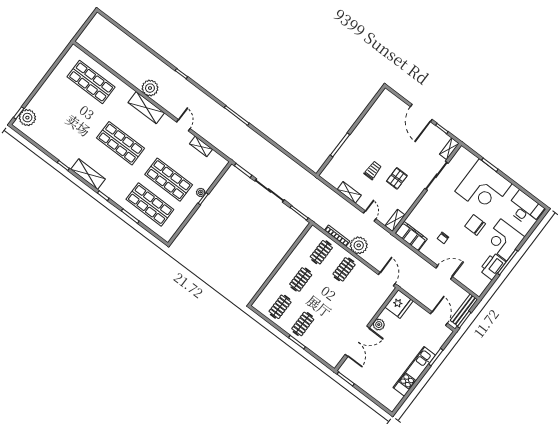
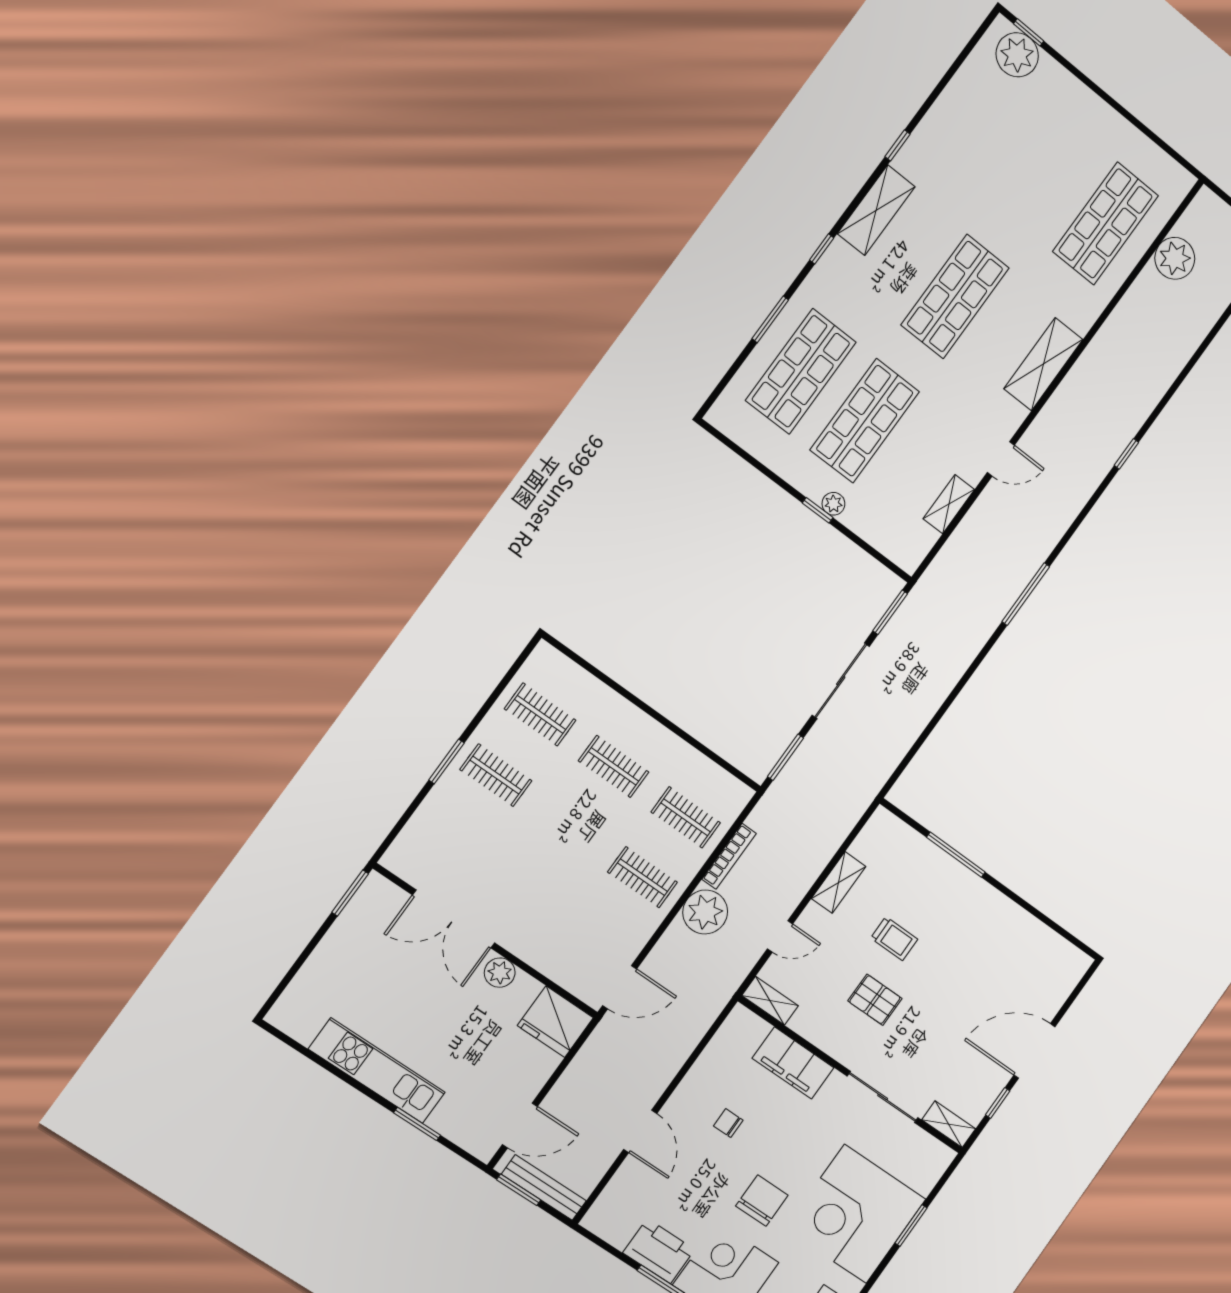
plant: (150, 88) -> (1175, 258), moved
filing cabinet: (411, 236) -> (793, 1063), moved, turned 90

